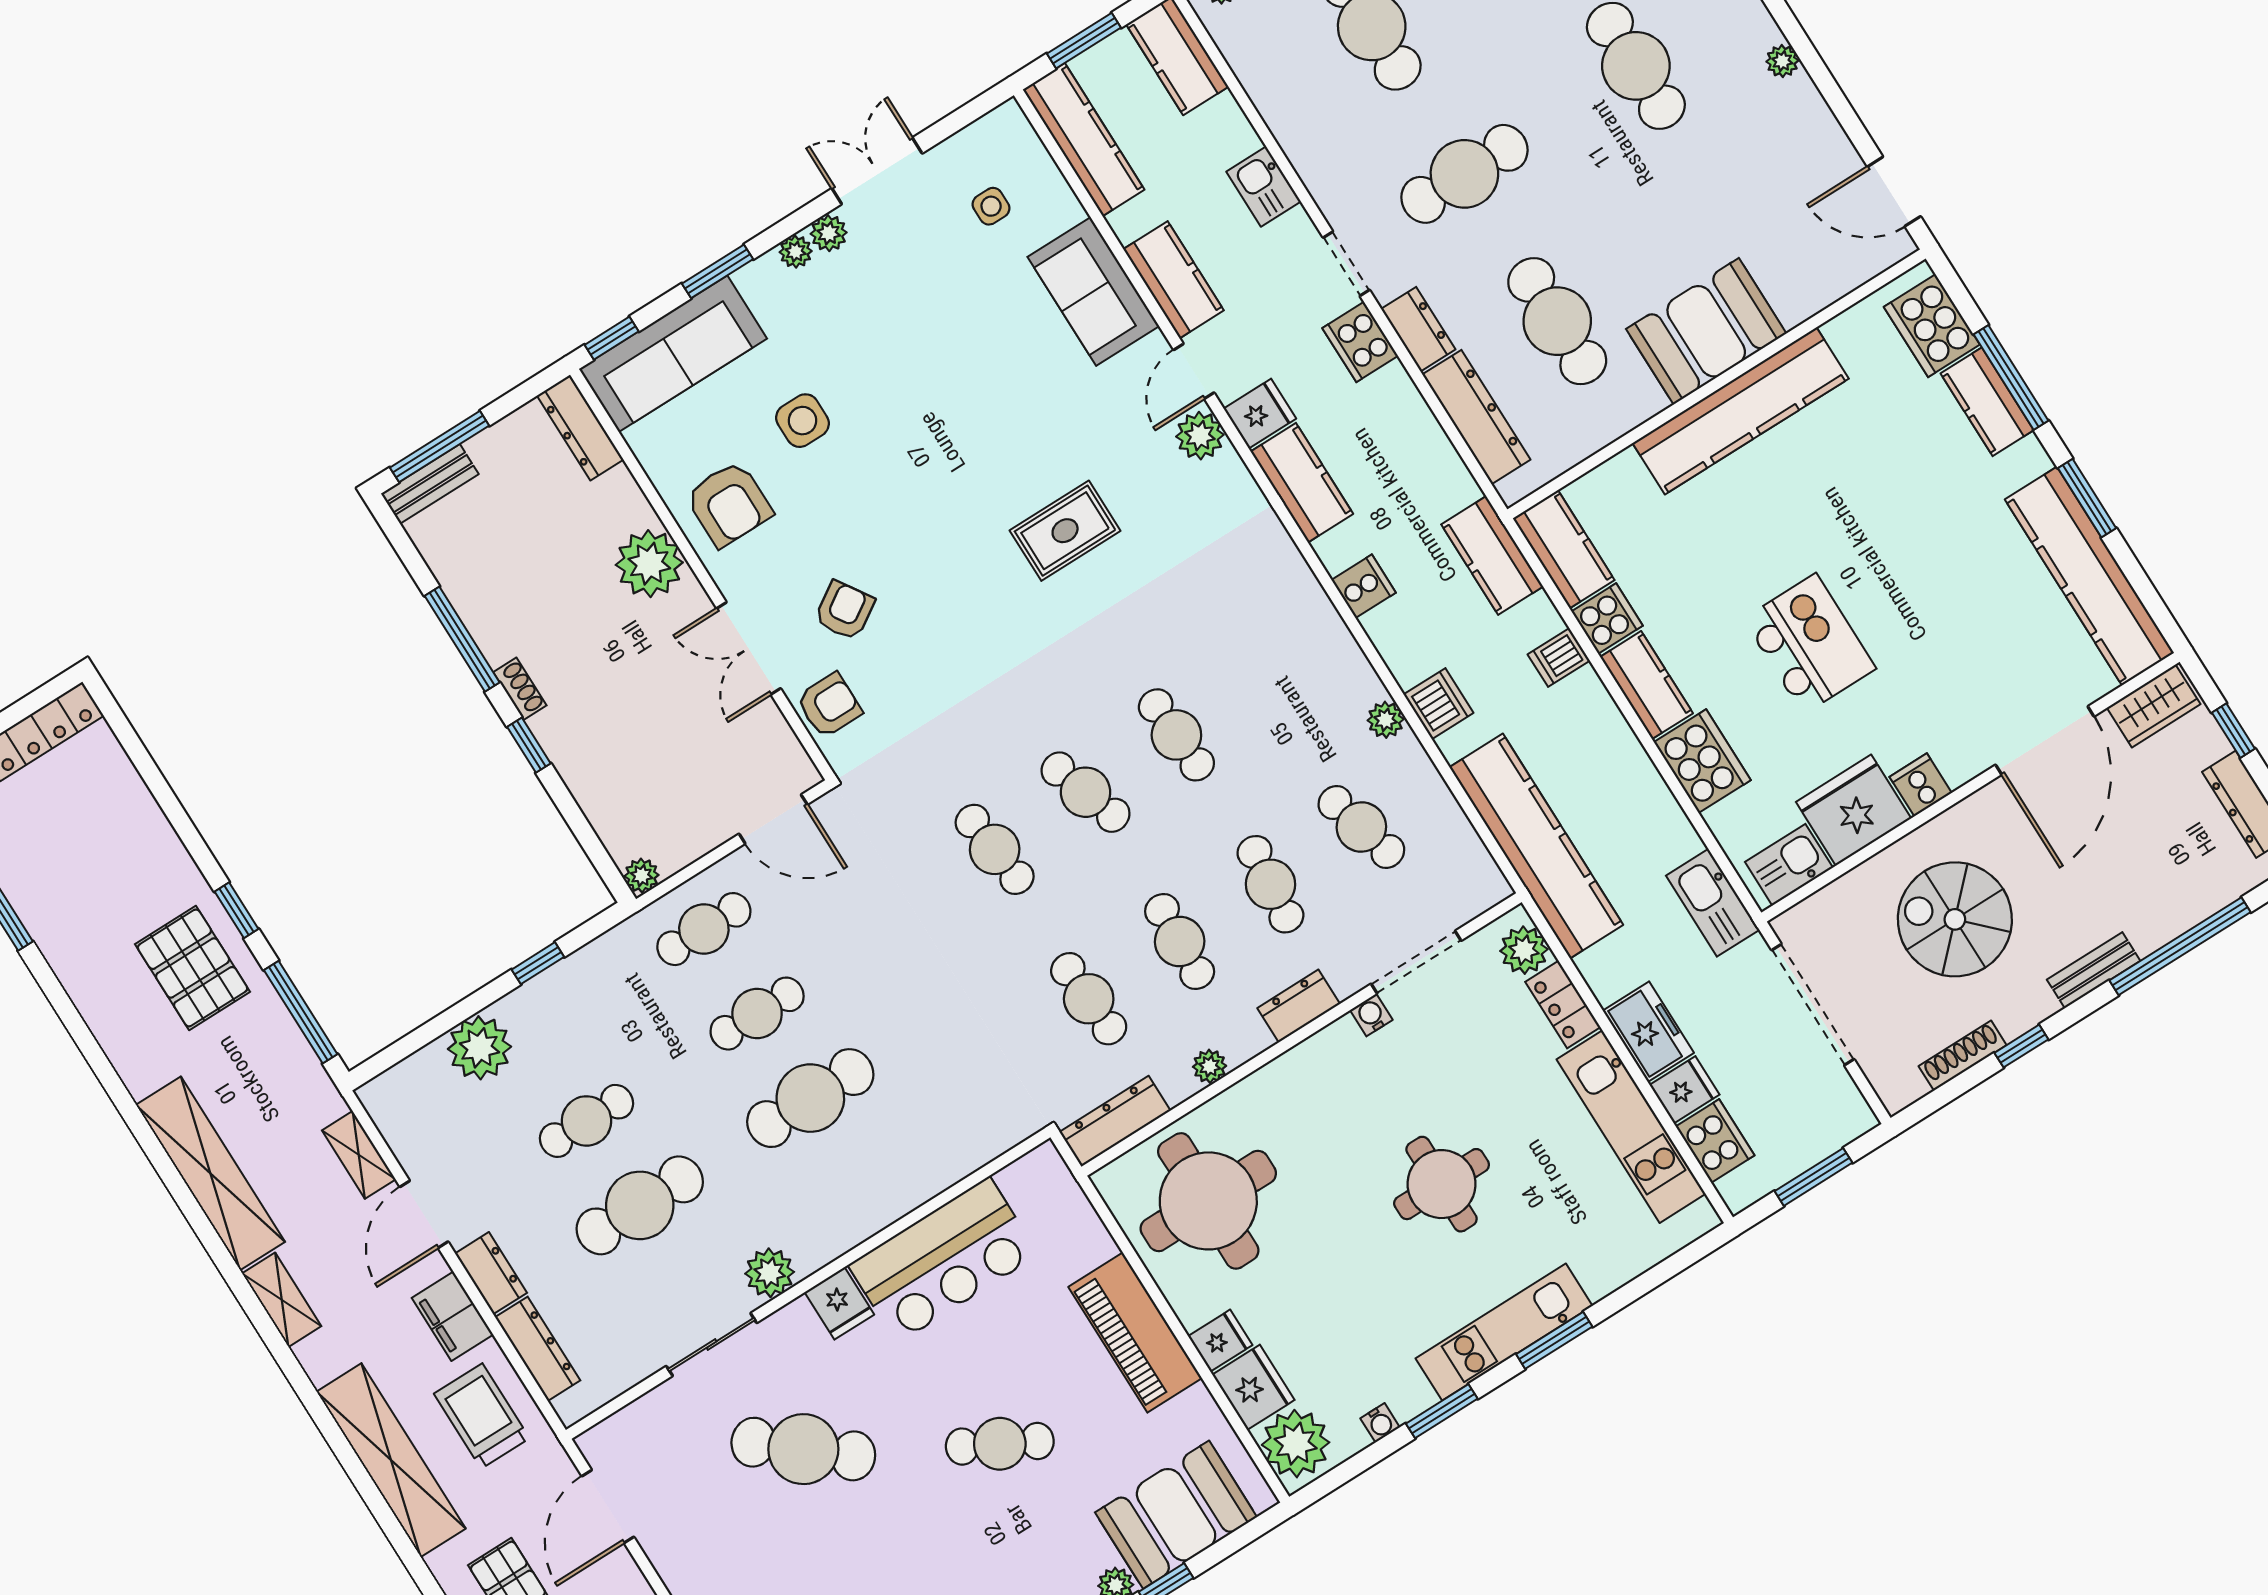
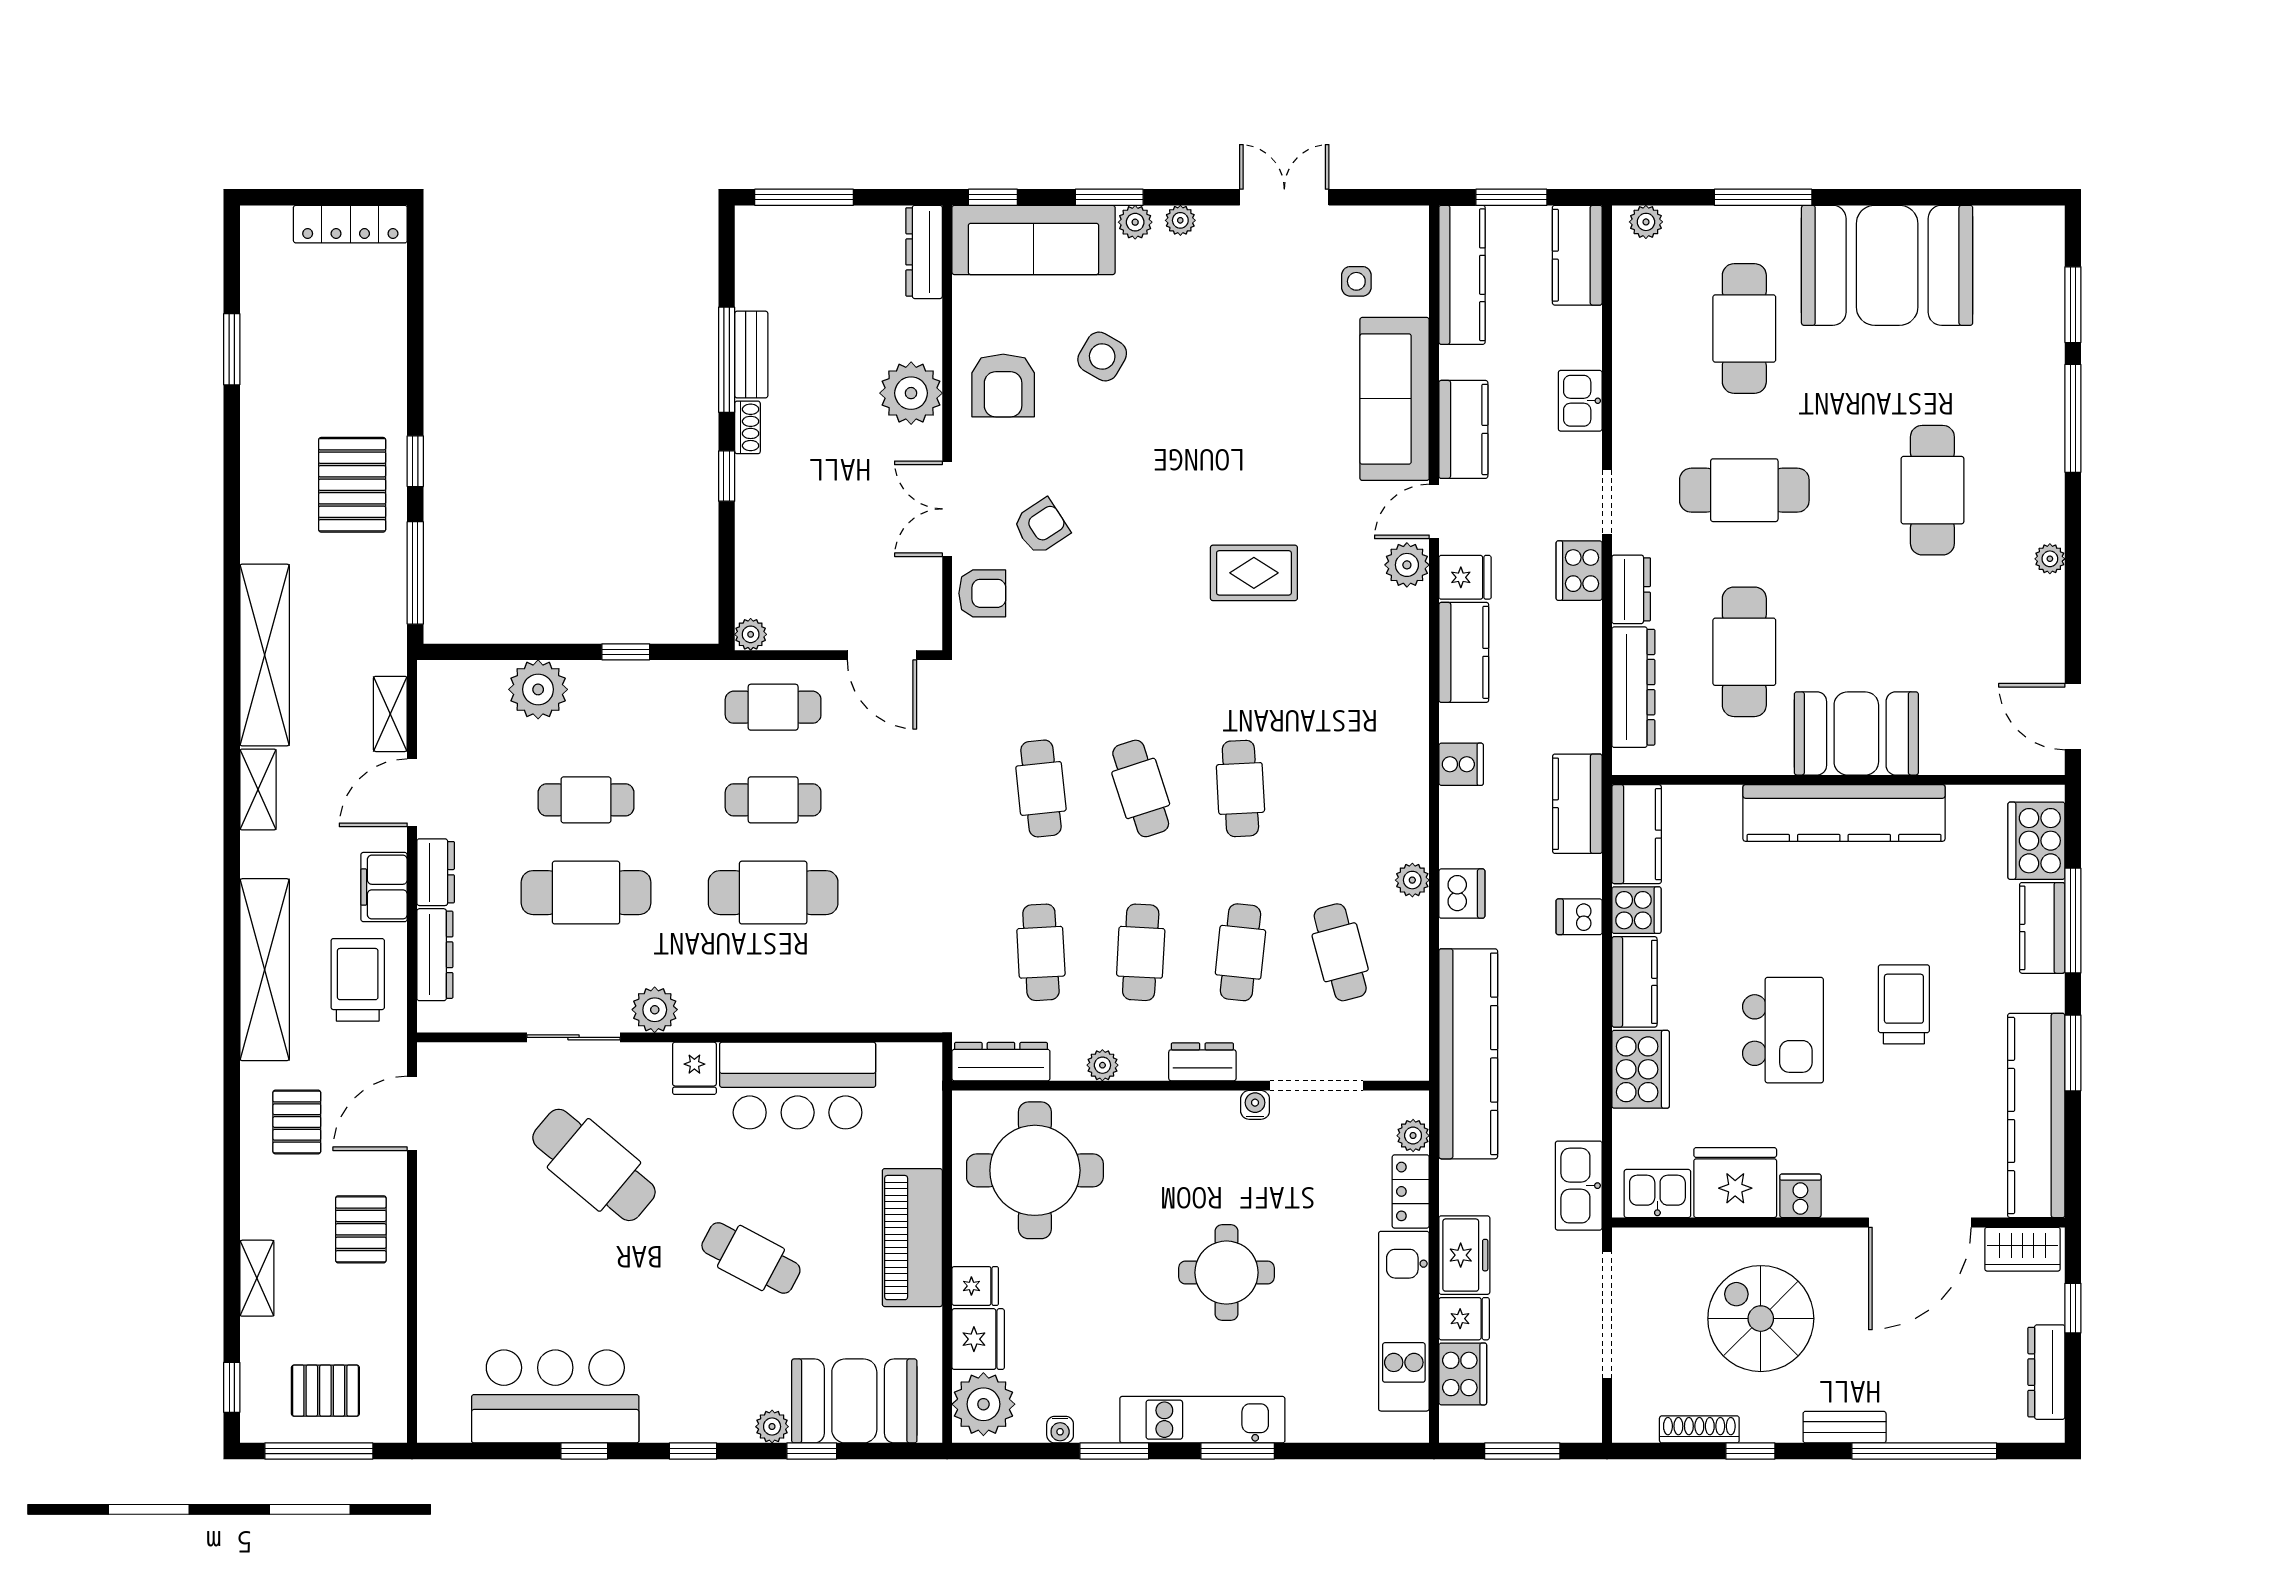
plant: (829, 233) -> (1135, 222), moved
sofa: (1093, 291) -> (1395, 399), width x1.36
side table: (803, 421) -> (1102, 357), turned 30
bench: (430, 484) -> (751, 355), moved, turned 90
trolley: (1905, 551) -> (1904, 1004), added
plant: (1524, 950) -> (1413, 1136), width x0.73, depth x0.73

